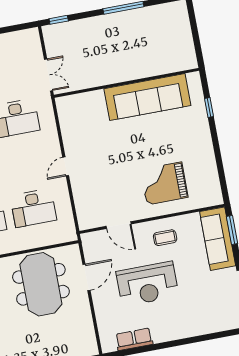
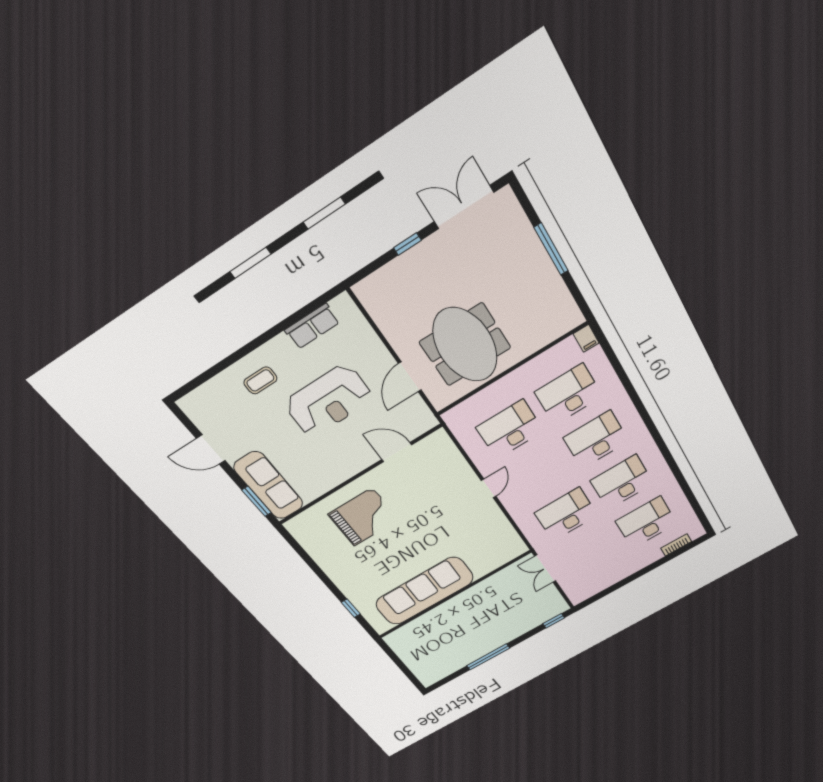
coffee table: (165, 238) -> (260, 380), moved
reception desk: (147, 284) -> (329, 401), turned 180

